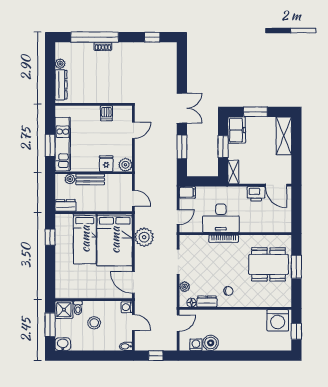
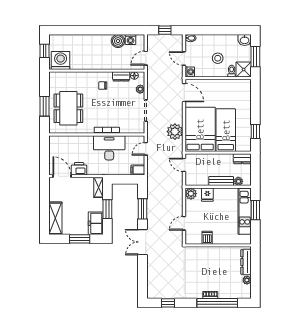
dining table: (269, 264) -> (68, 108), turned 90

